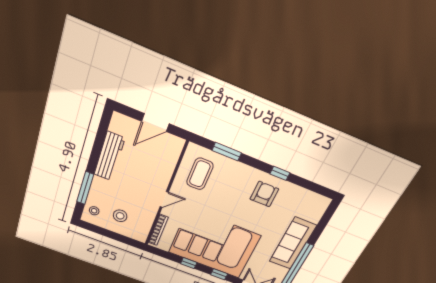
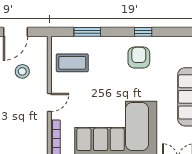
coffee table: (200, 174) -> (72, 63), turned 90
stool: (120, 216) -> (22, 71), moved

